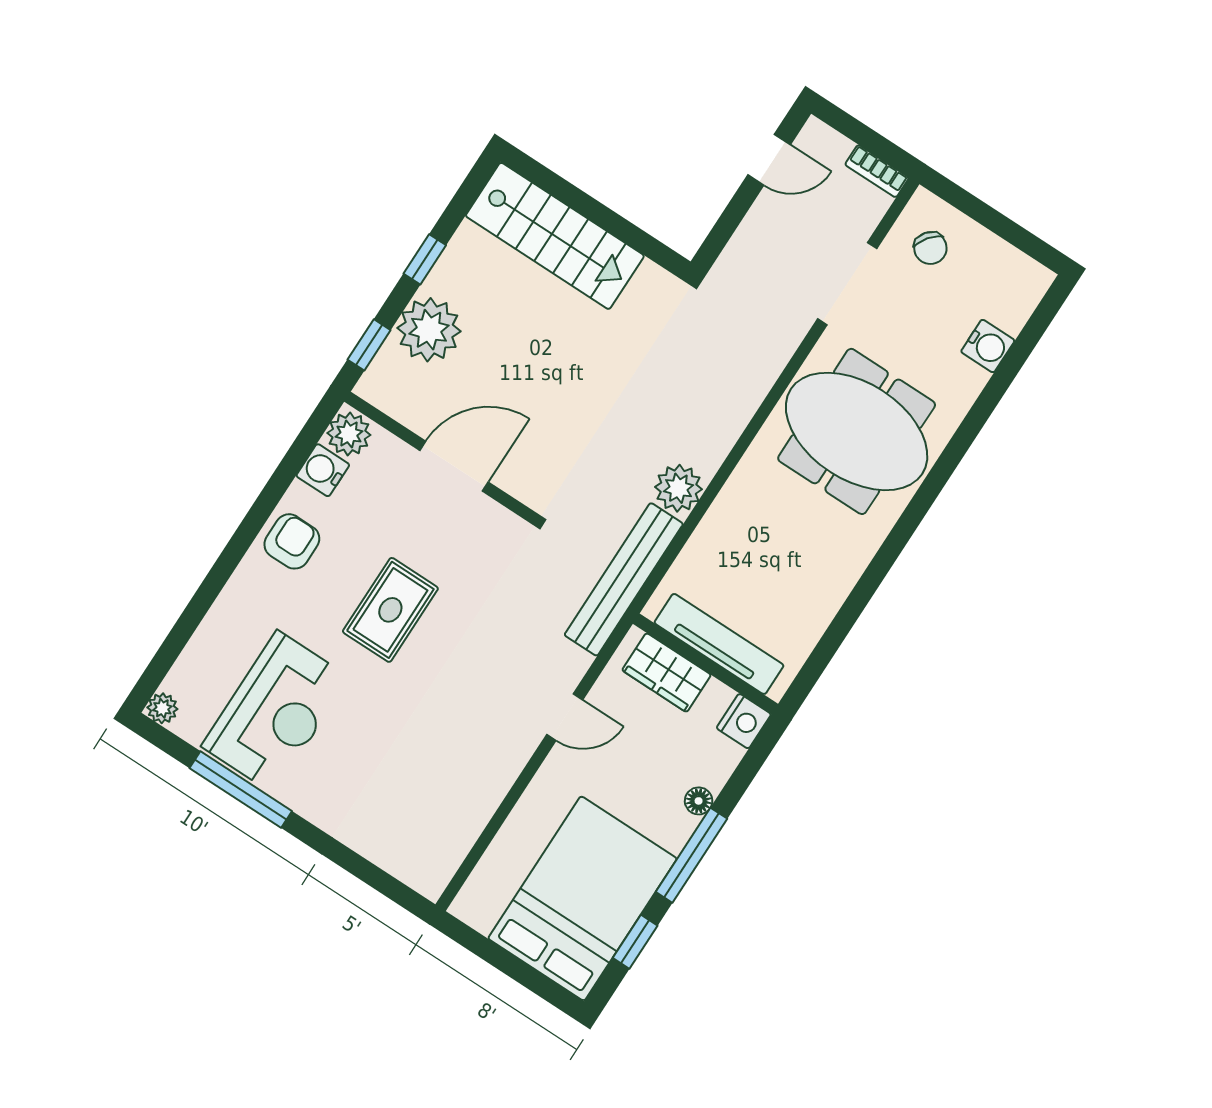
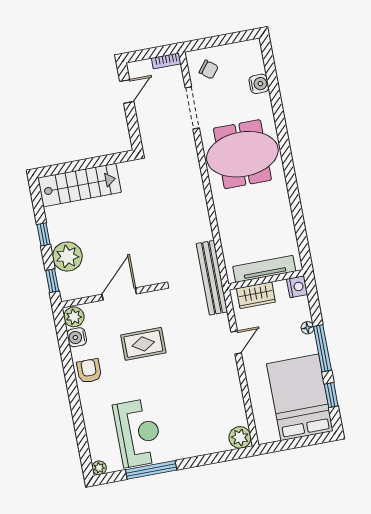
plant: (678, 488) -> (240, 437), moved
rug: (390, 610) -> (143, 344), moved, turned 90

